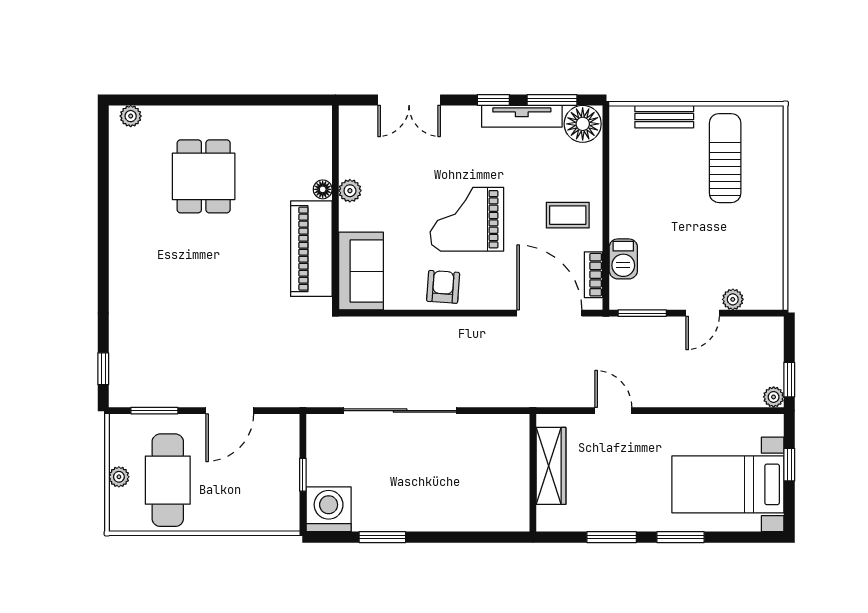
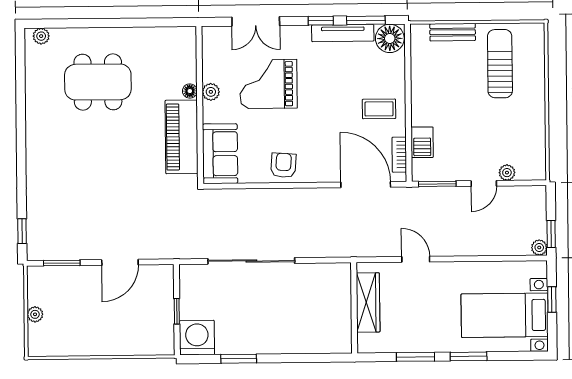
dining table: (204, 176) -> (98, 82), width x1.38
grand piano: (467, 219) -> (268, 84), moved
cafe table: (168, 480) -> (73, 317), removed

